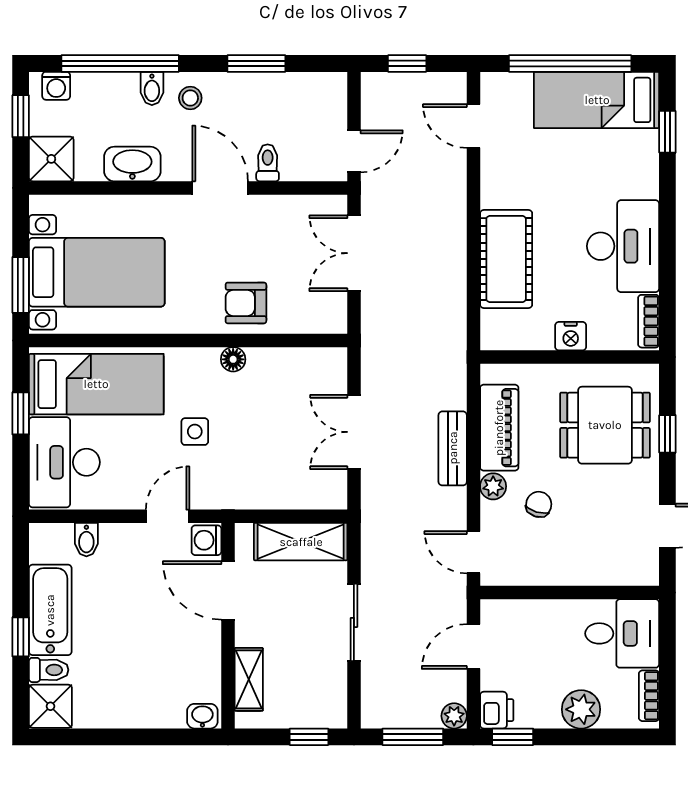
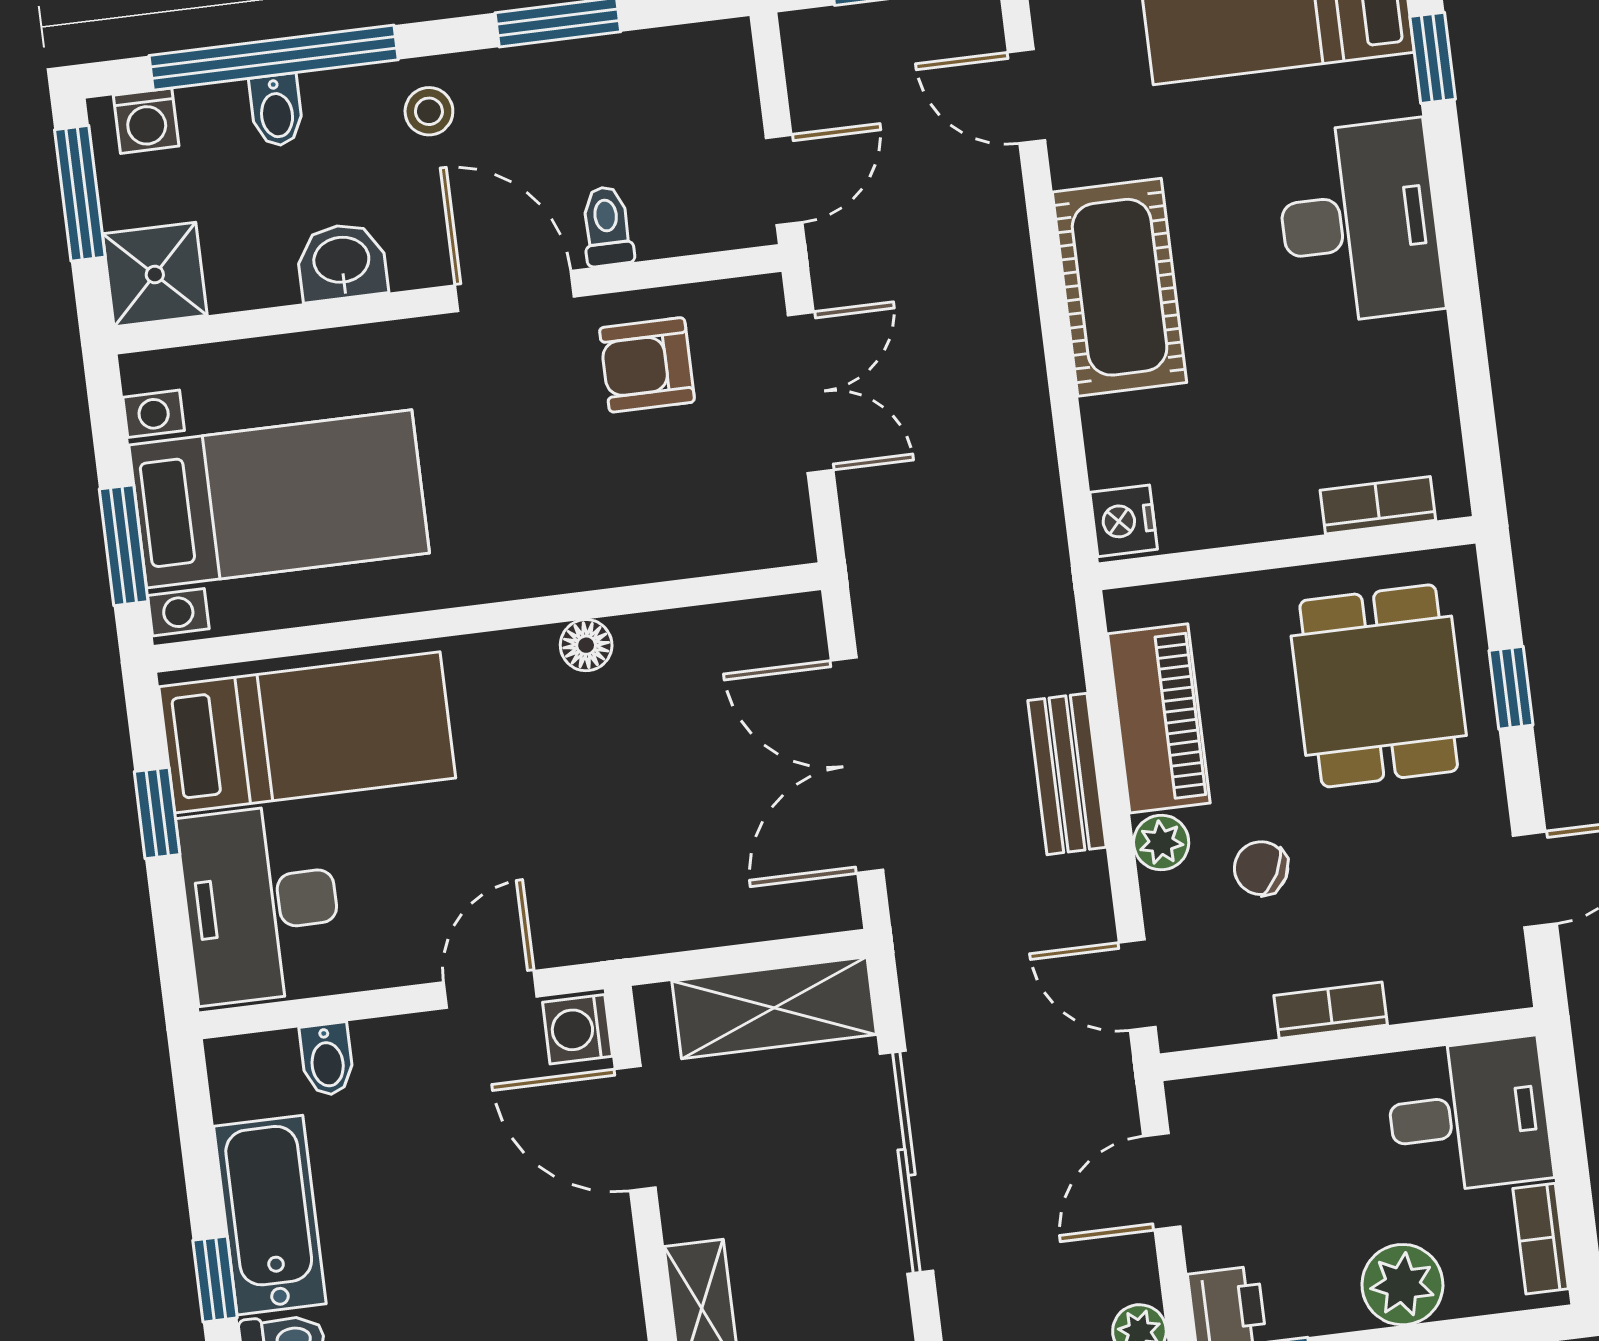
bidet: (152, 89) -> (276, 110), moved
window: (21, 116) -> (80, 193), width x1.50
washbasin: (132, 164) -> (342, 262), width x0.72
desk: (623, 246) -> (1359, 222), moved
double door: (354, 253) -> (811, 393), swing flipped
cot: (506, 259) -> (1120, 287), moved
armchair: (246, 303) -> (647, 365), moved
bookcase: (649, 321) -> (1378, 505), moved, turned 90
nightstand: (571, 336) -> (1124, 521), moved, turned 90
dining table: (605, 425) -> (1379, 686), turned 90
side table: (195, 432) -> (525, 806), removed
double door: (354, 432) -> (857, 765), width x1.37
chair: (539, 504) -> (1261, 868), turned -79
bookcase: (563, 576) -> (1331, 1010), added
sliding door: (354, 622) -> (906, 1162), width x1.37

